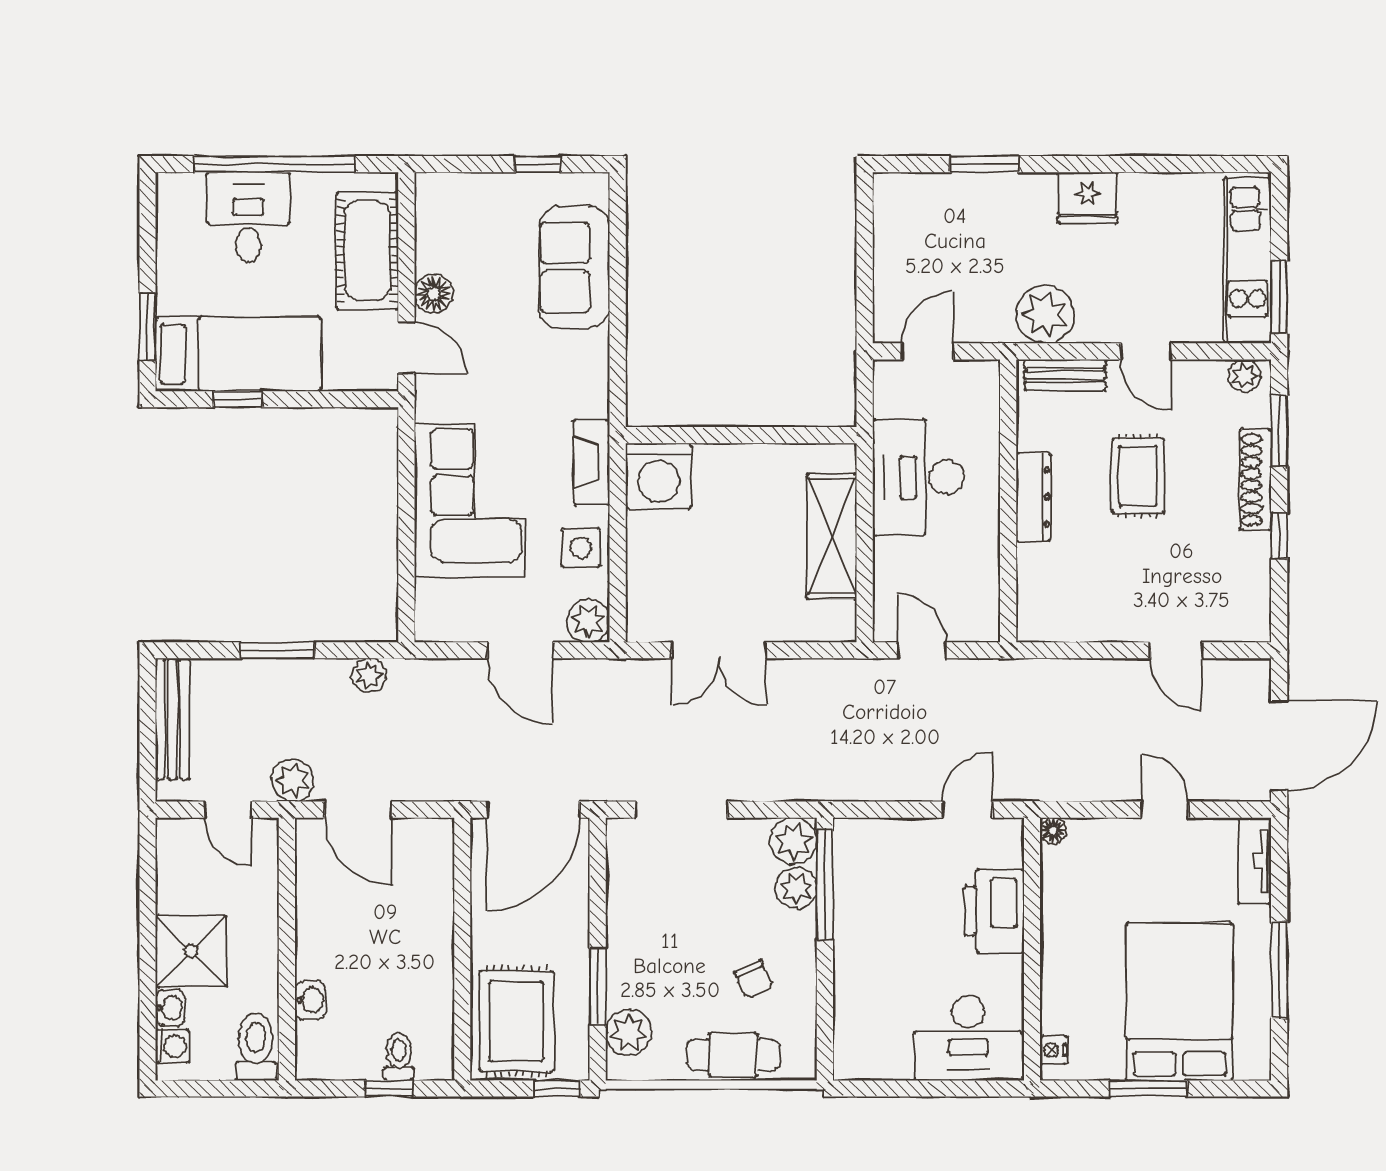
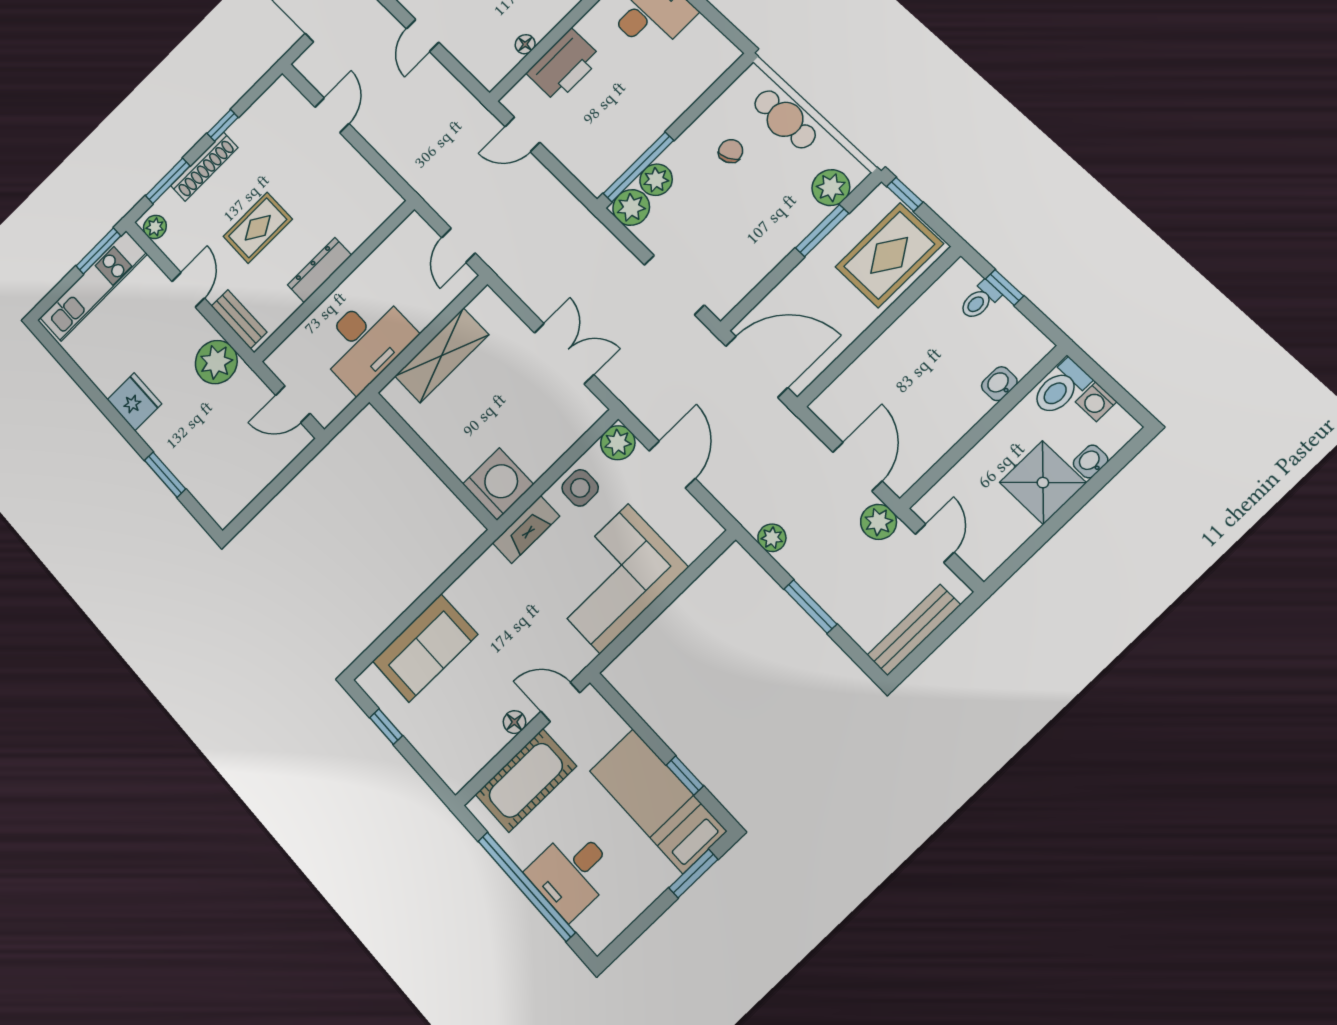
floor lamp: (434, 294) -> (514, 722), width x0.73, depth x0.73
door: (406, 347) -> (560, 702), hinge flipped
floor lamp: (1053, 831) -> (525, 44), moved
washing machine: (172, 1046) -> (1096, 402), moved, turned -90

